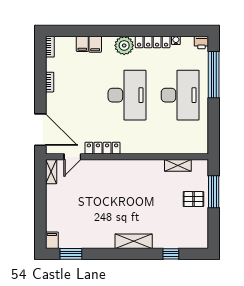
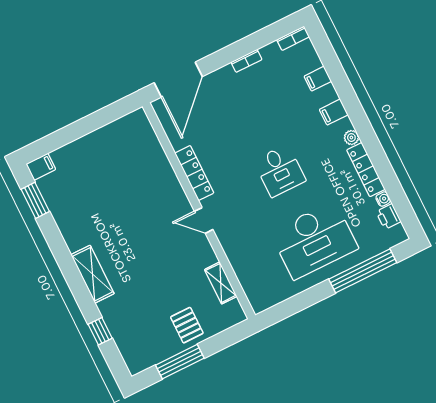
printer: (201, 42) -> (388, 217), moved
filing cabinet: (95, 44) -> (334, 112), moved
plant: (124, 45) -> (351, 138), width x0.53, depth x0.53
desk: (127, 95) -> (280, 171), width x0.53, depth x0.77
door: (72, 157) -> (204, 220), moved
shelving: (51, 172) -> (130, 121), removed
window: (214, 192) -> (180, 362), moved

